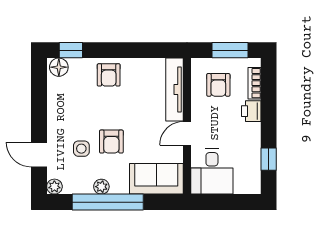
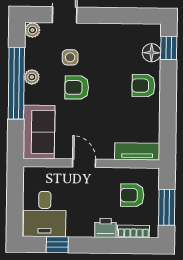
floor lamp: (59, 67) -> (152, 53), moved
tv unit: (175, 90) -> (137, 151), width x0.71
desk: (212, 172) -> (45, 214), moved, turned -90

